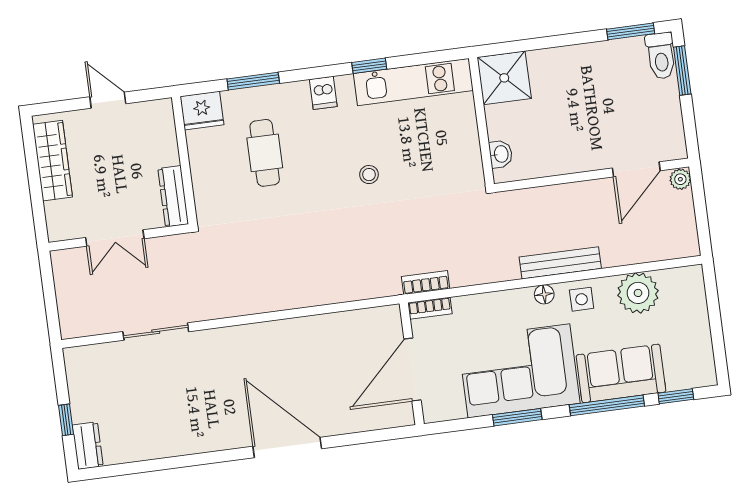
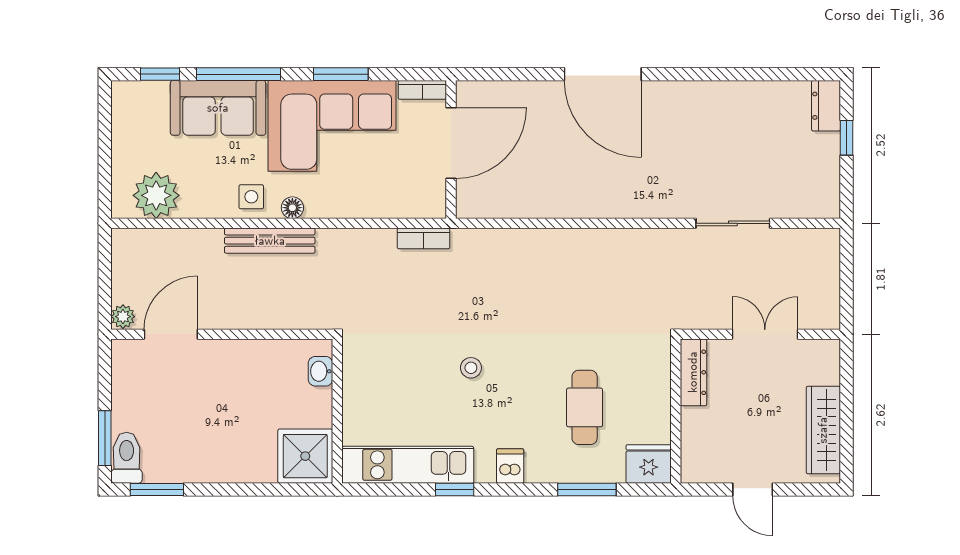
plant: (638, 293) -> (156, 195), moved
bookcase: (430, 308) -> (422, 90), moved, turned 180

